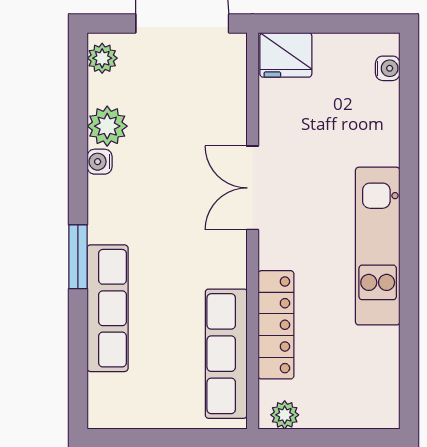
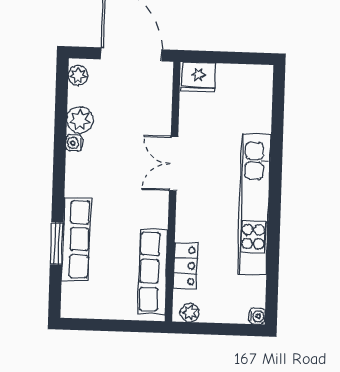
water cooler: (388, 68) -> (257, 316), moved
kitchen unit: (378, 246) -> (254, 204), width x1.36
window: (78, 257) -> (57, 244), moved
locker: (276, 325) -> (186, 266), width x0.66

